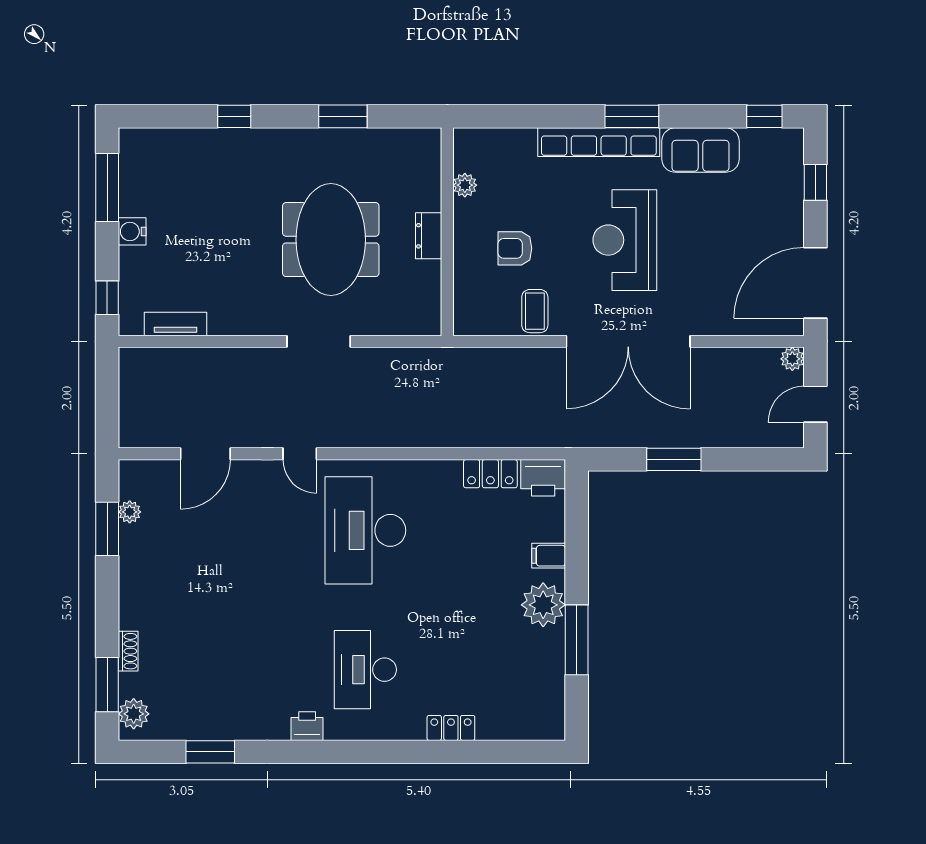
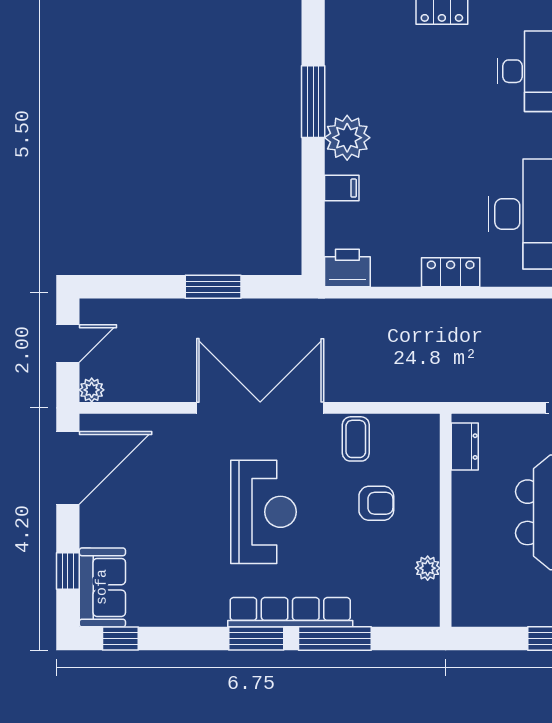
window: (555, 116) -> (335, 639), added
sofa: (700, 150) -> (102, 587), moved, turned 90
dresser: (429, 236) -> (465, 447), moved
locker: (490, 474) -> (451, 272), moved

